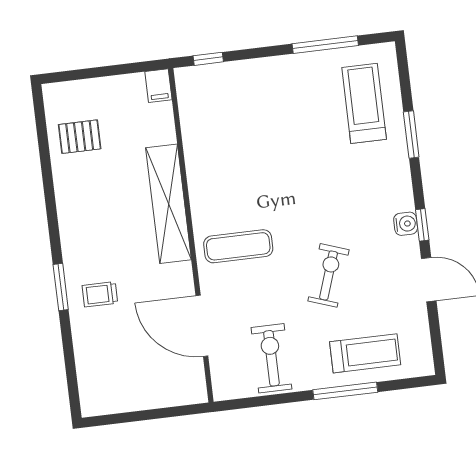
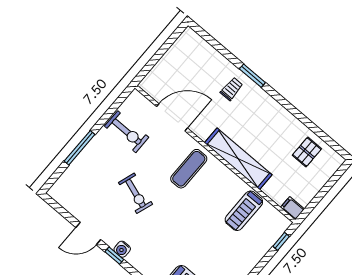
treadmill: (365, 353) -> (244, 211), moved

